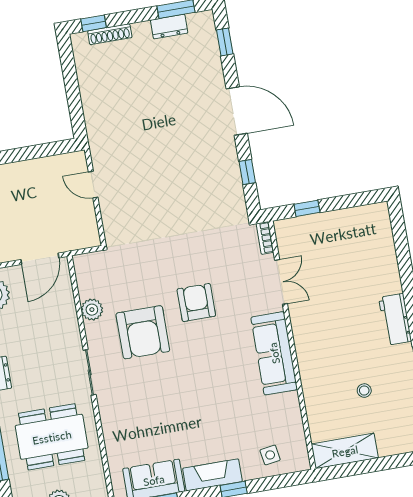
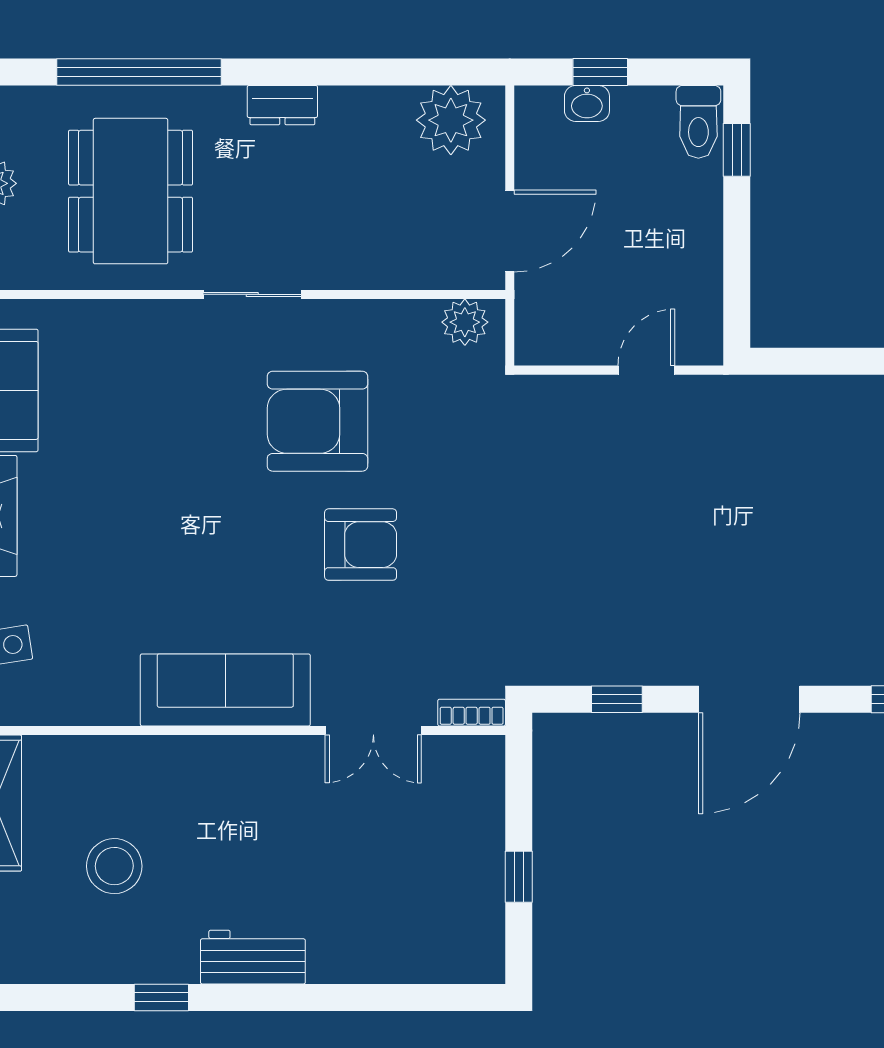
window: (307, 208) -> (519, 877), moved
door: (40, 259) -> (510, 231), swing flipped
plant: (92, 310) -> (465, 322), moved
stool: (364, 391) -> (114, 866), width x1.89, depth x1.89

